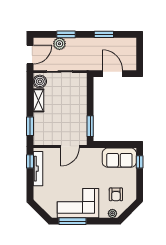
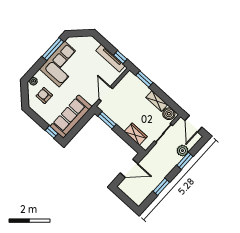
wardrobe: (80, 93) -> (136, 134), added
sofa: (119, 158) -> (71, 116), width x1.36

